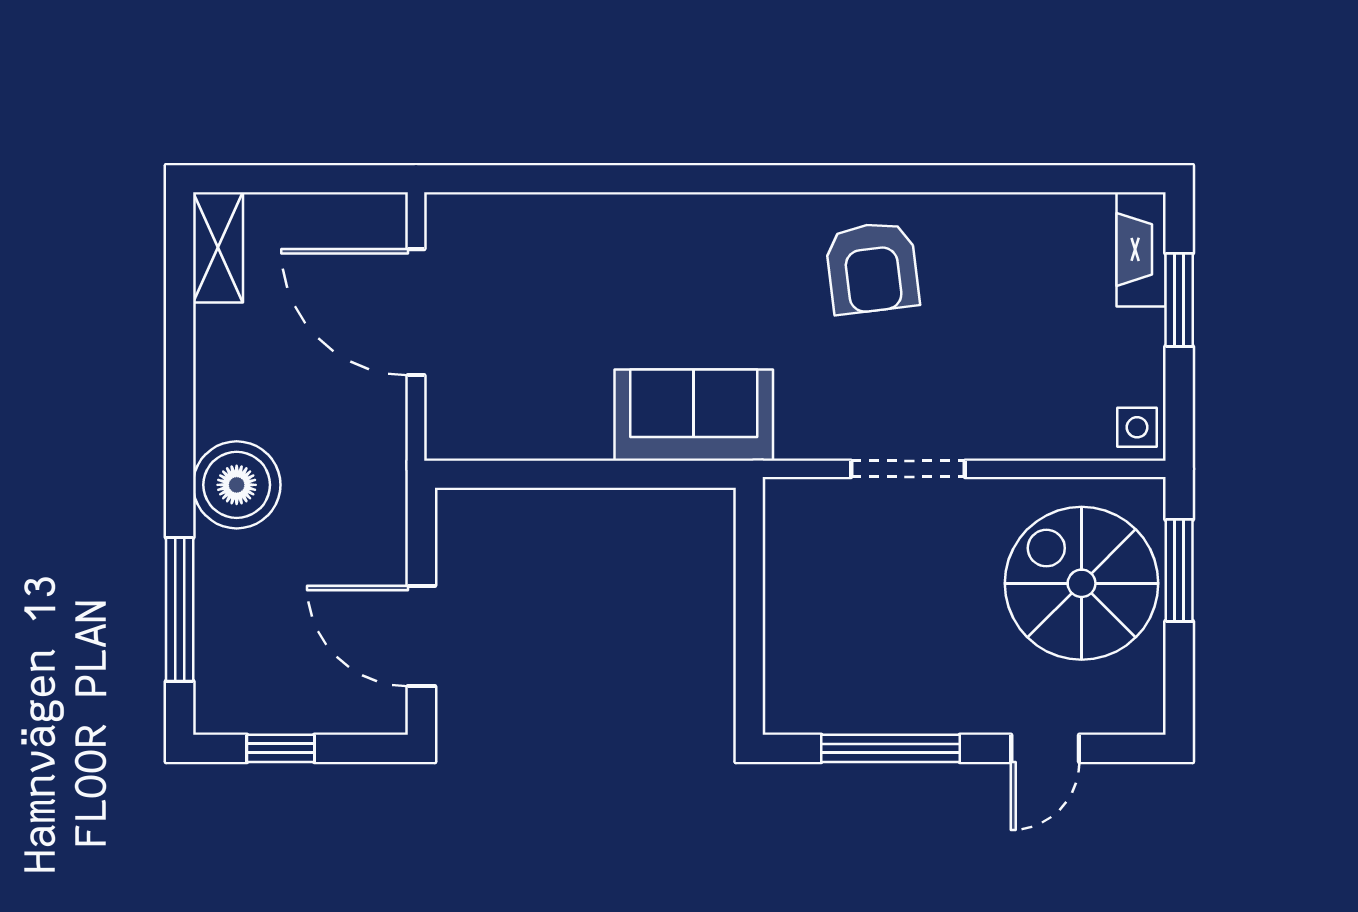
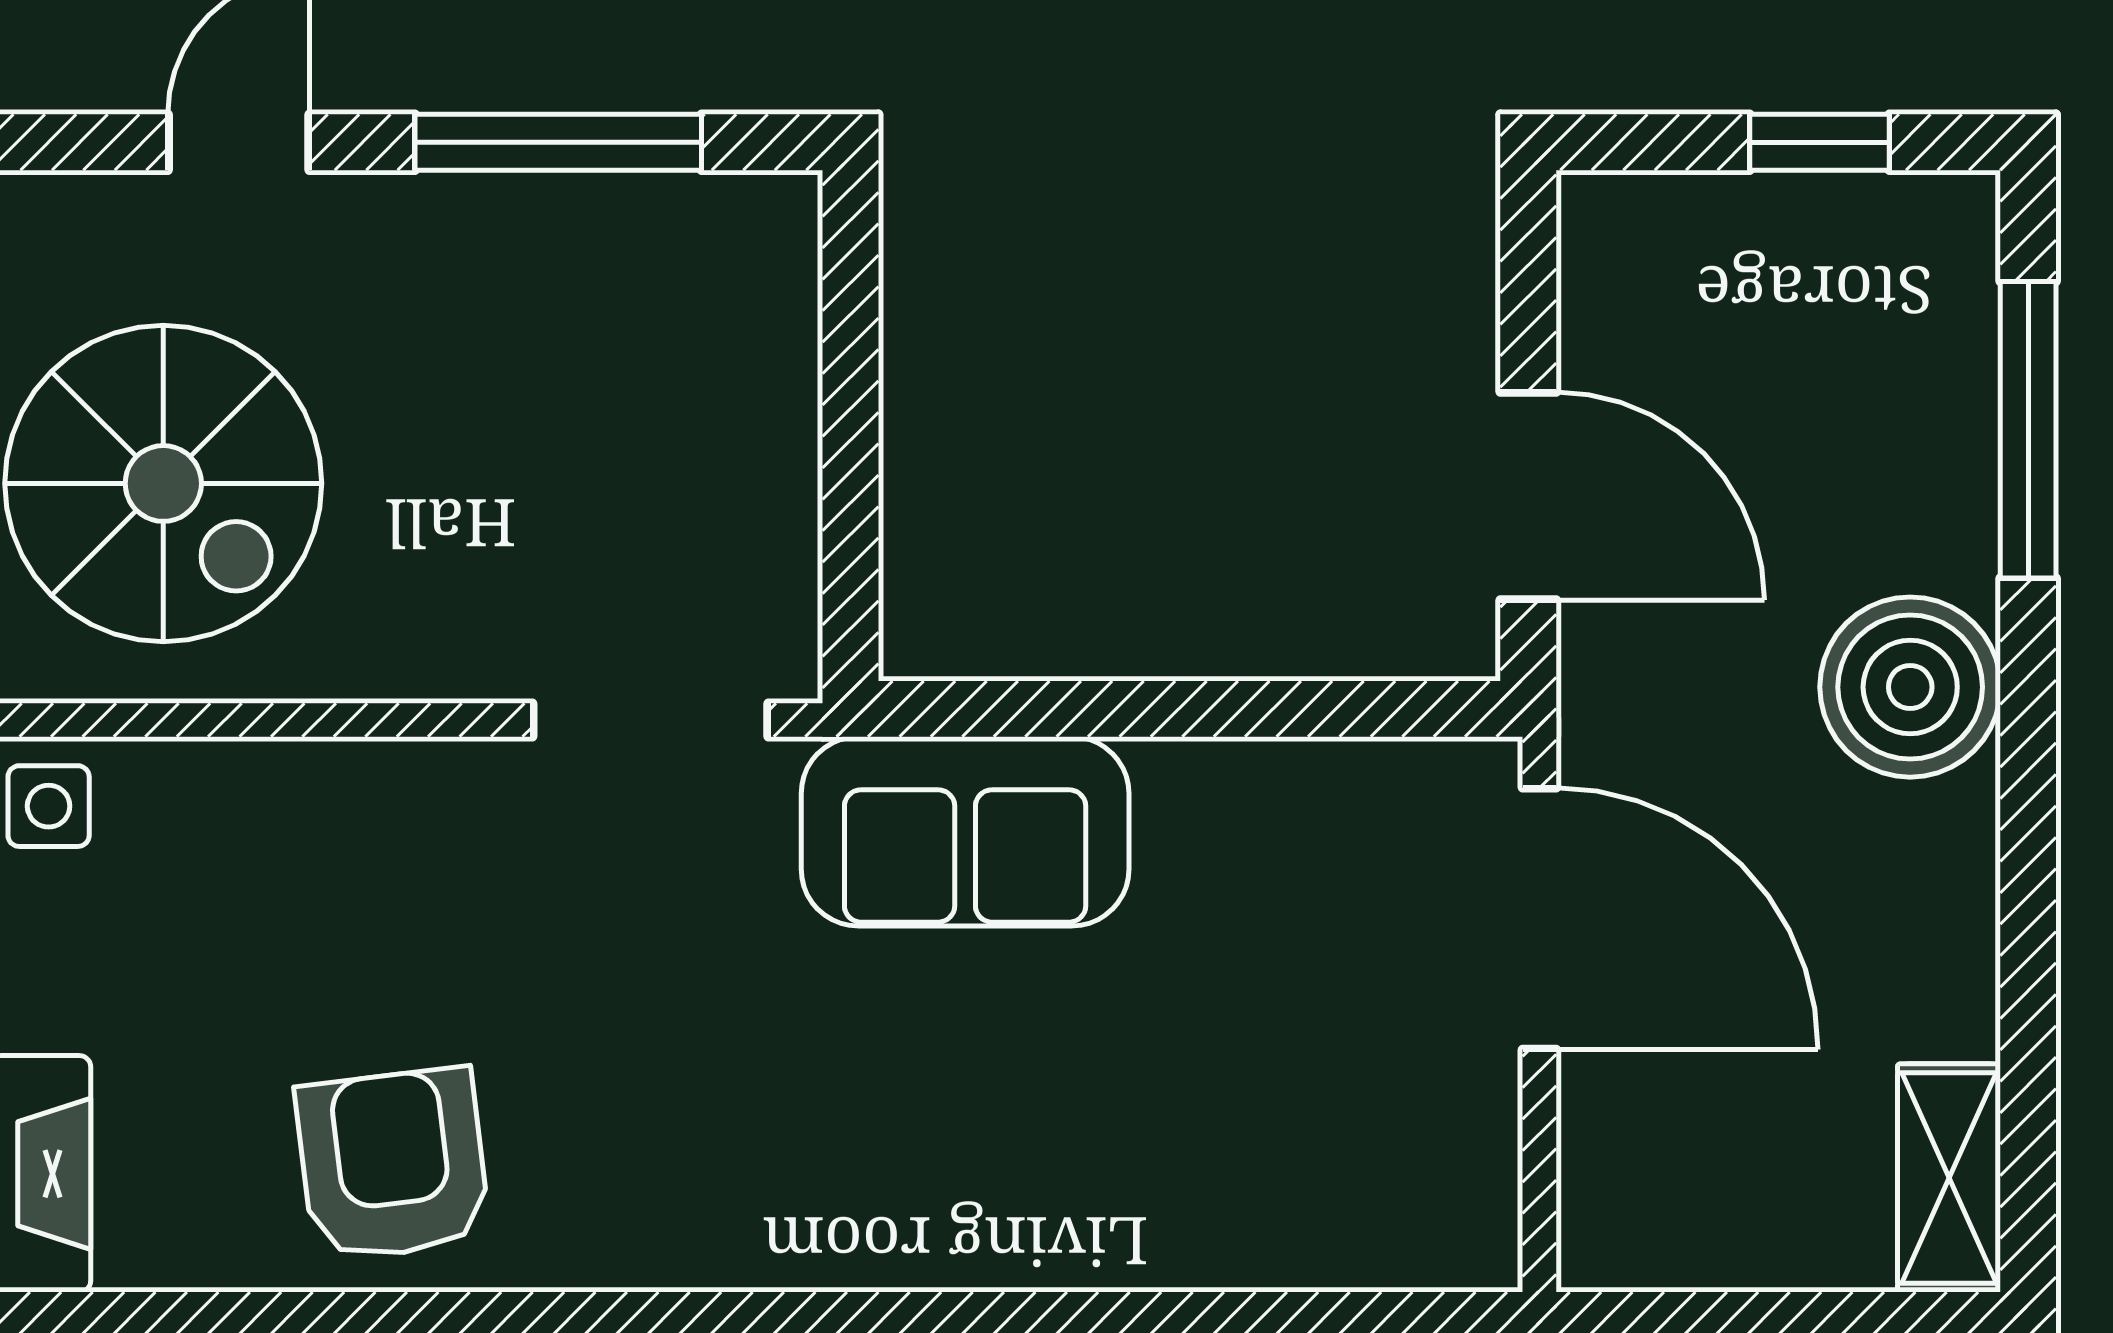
armchair: (872, 268) -> (393, 1164), moved
door: (416, 312) -> (1539, 919), moved
doorway: (908, 469) -> (650, 720), moved
door: (421, 636) -> (1528, 496), moved

